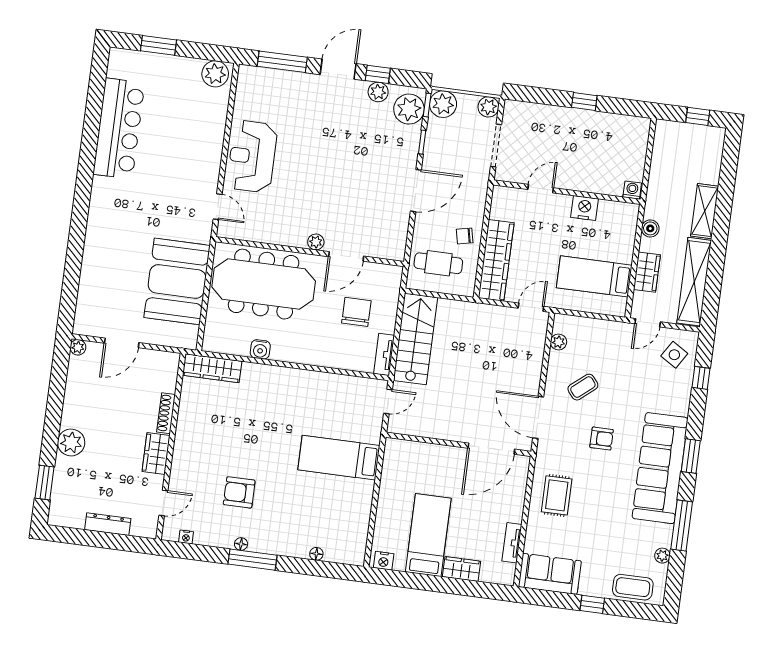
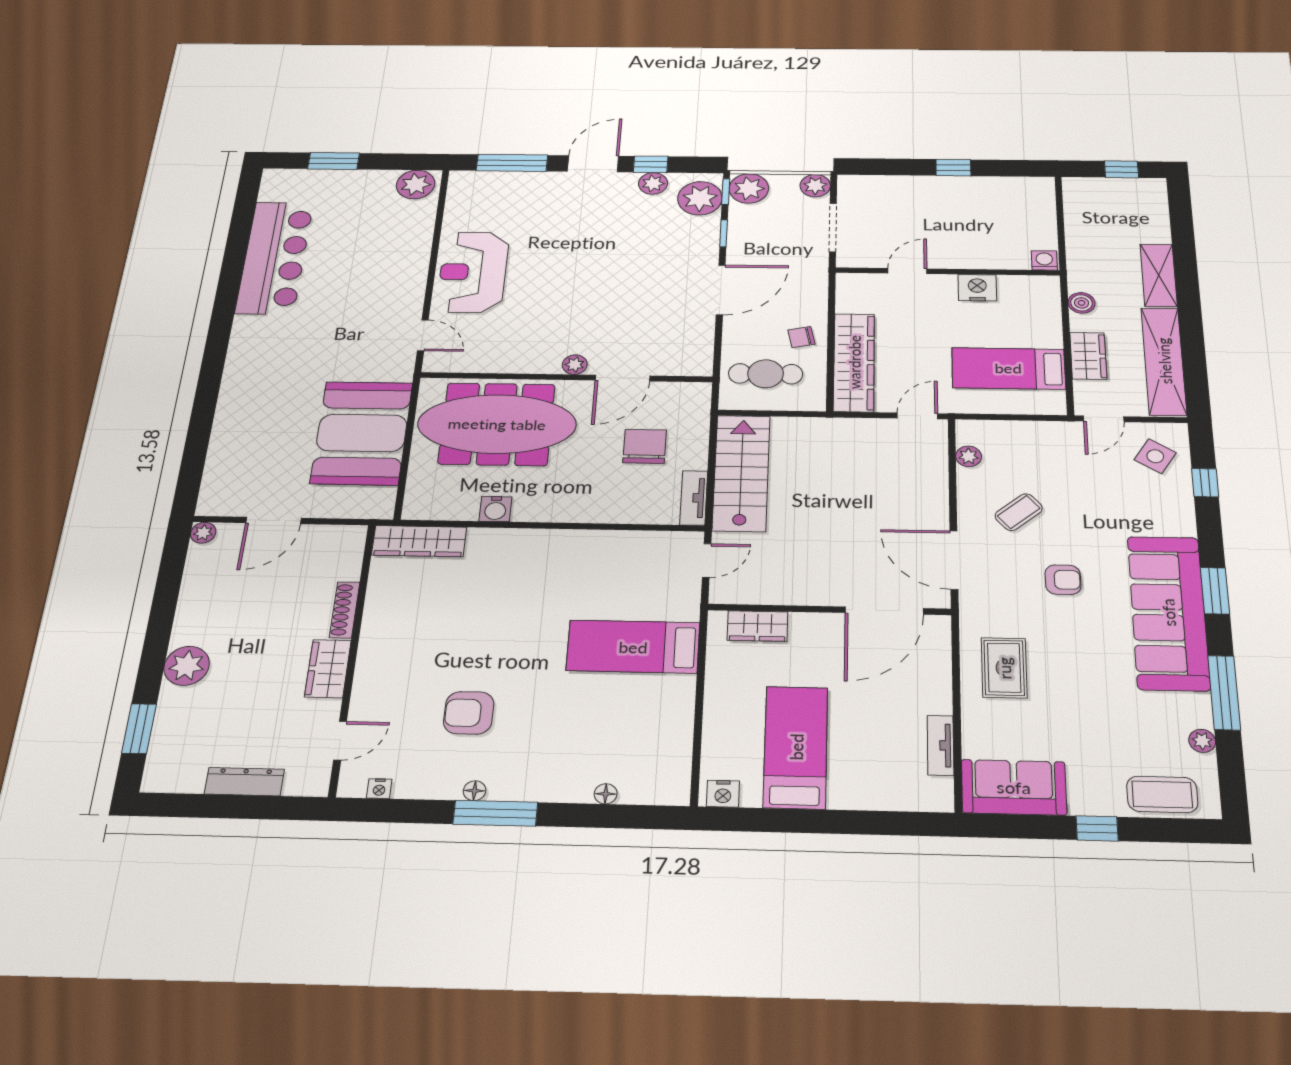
wardrobe: (461, 569) -> (757, 626), moved, turned 180

